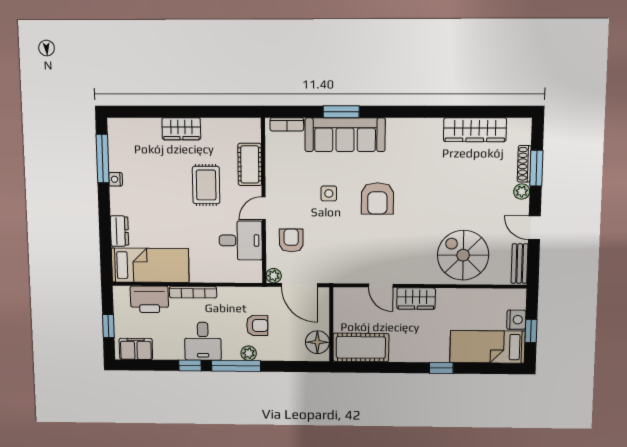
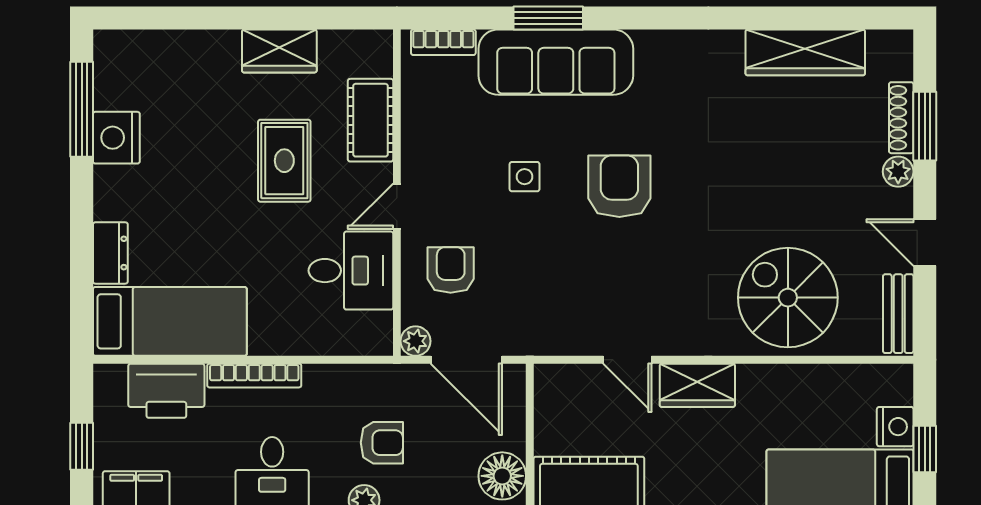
wardrobe: (181, 129) -> (279, 51), moved
nightstand: (116, 179) -> (116, 138), width x1.89, depth x1.79
armchair: (377, 199) -> (619, 186), turned 180

